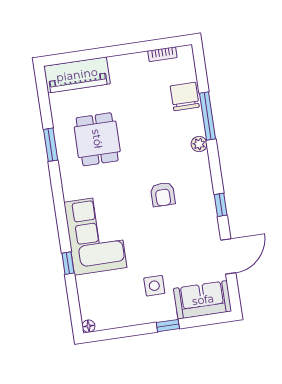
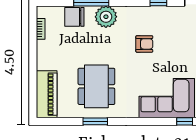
dining table: (97, 139) -> (96, 86), width x1.38
plant: (199, 144) -> (106, 17), width x1.87, depth x1.87

